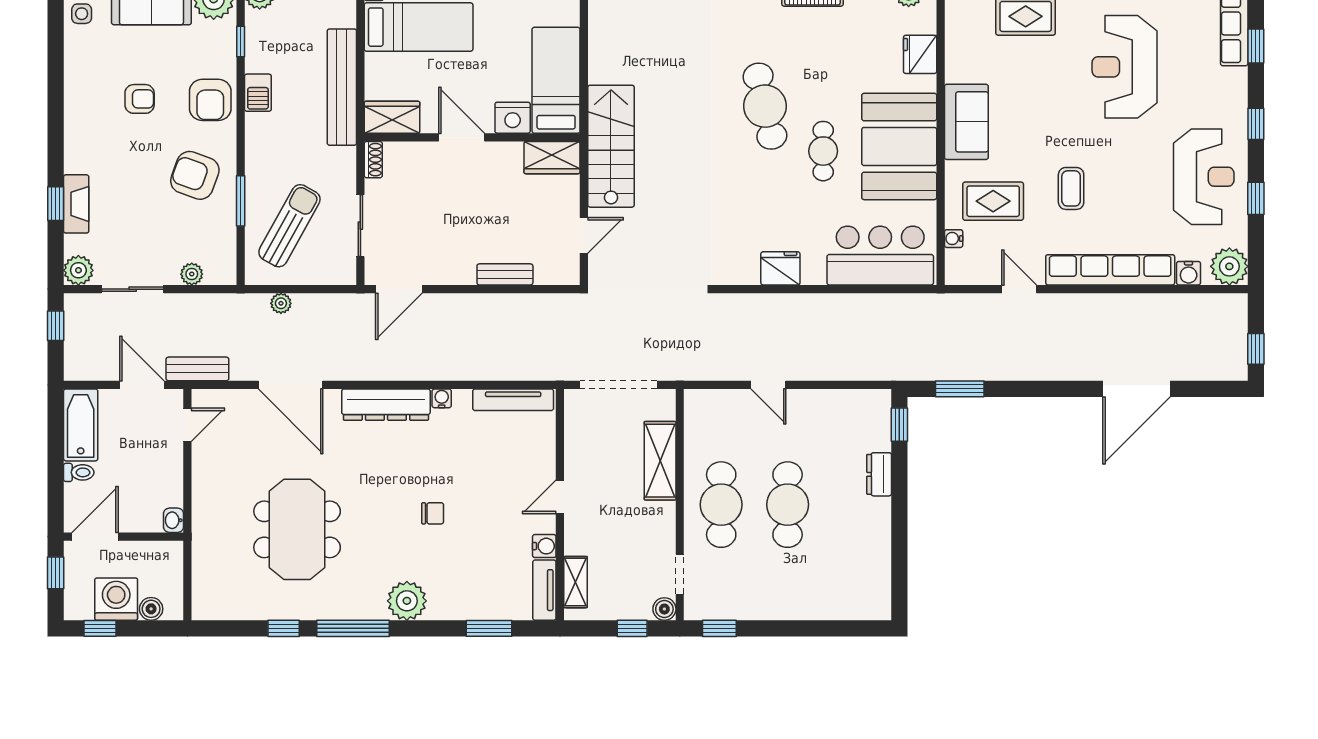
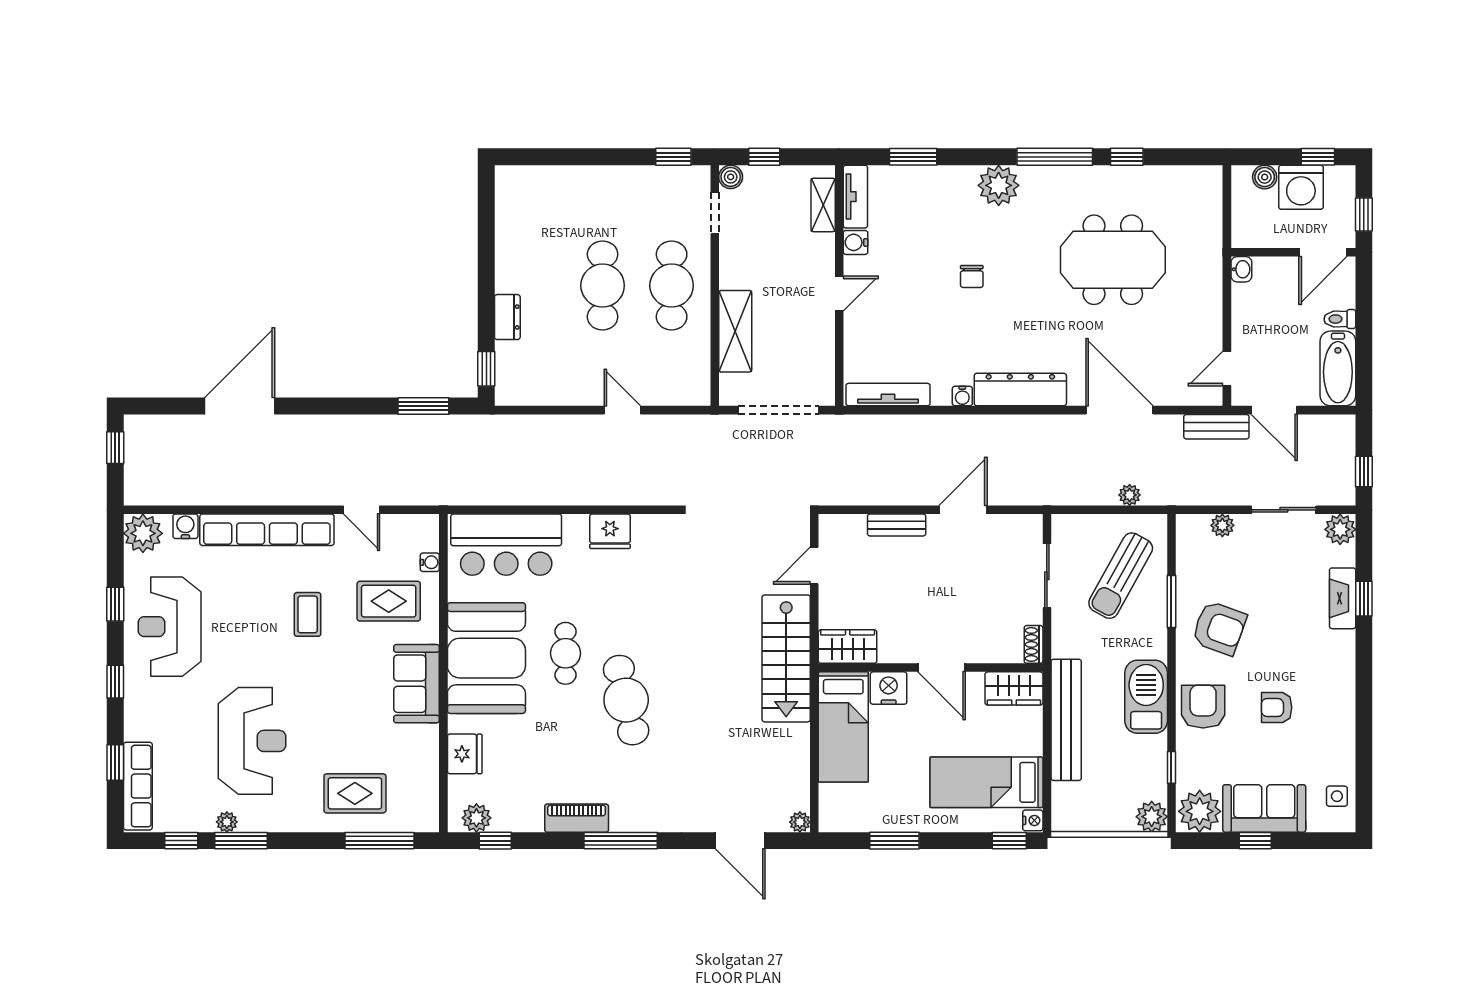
barbecue: (258, 93) -> (1146, 697), width x1.88, depth x1.53
door: (399, 289) -> (963, 510), moved
chair: (433, 513) -> (972, 276), turned -90
meeting table: (297, 529) -> (1113, 260), turned 90

